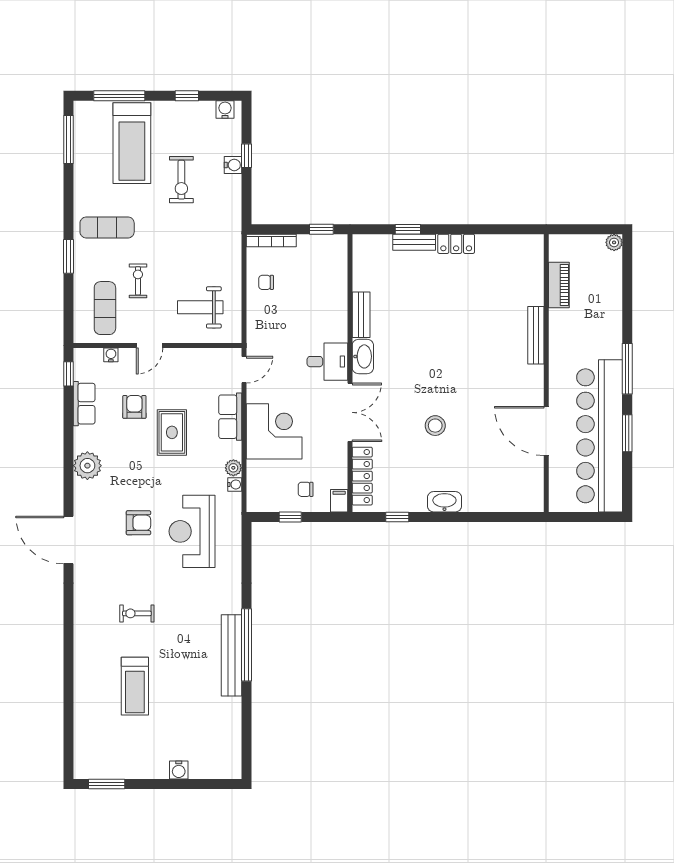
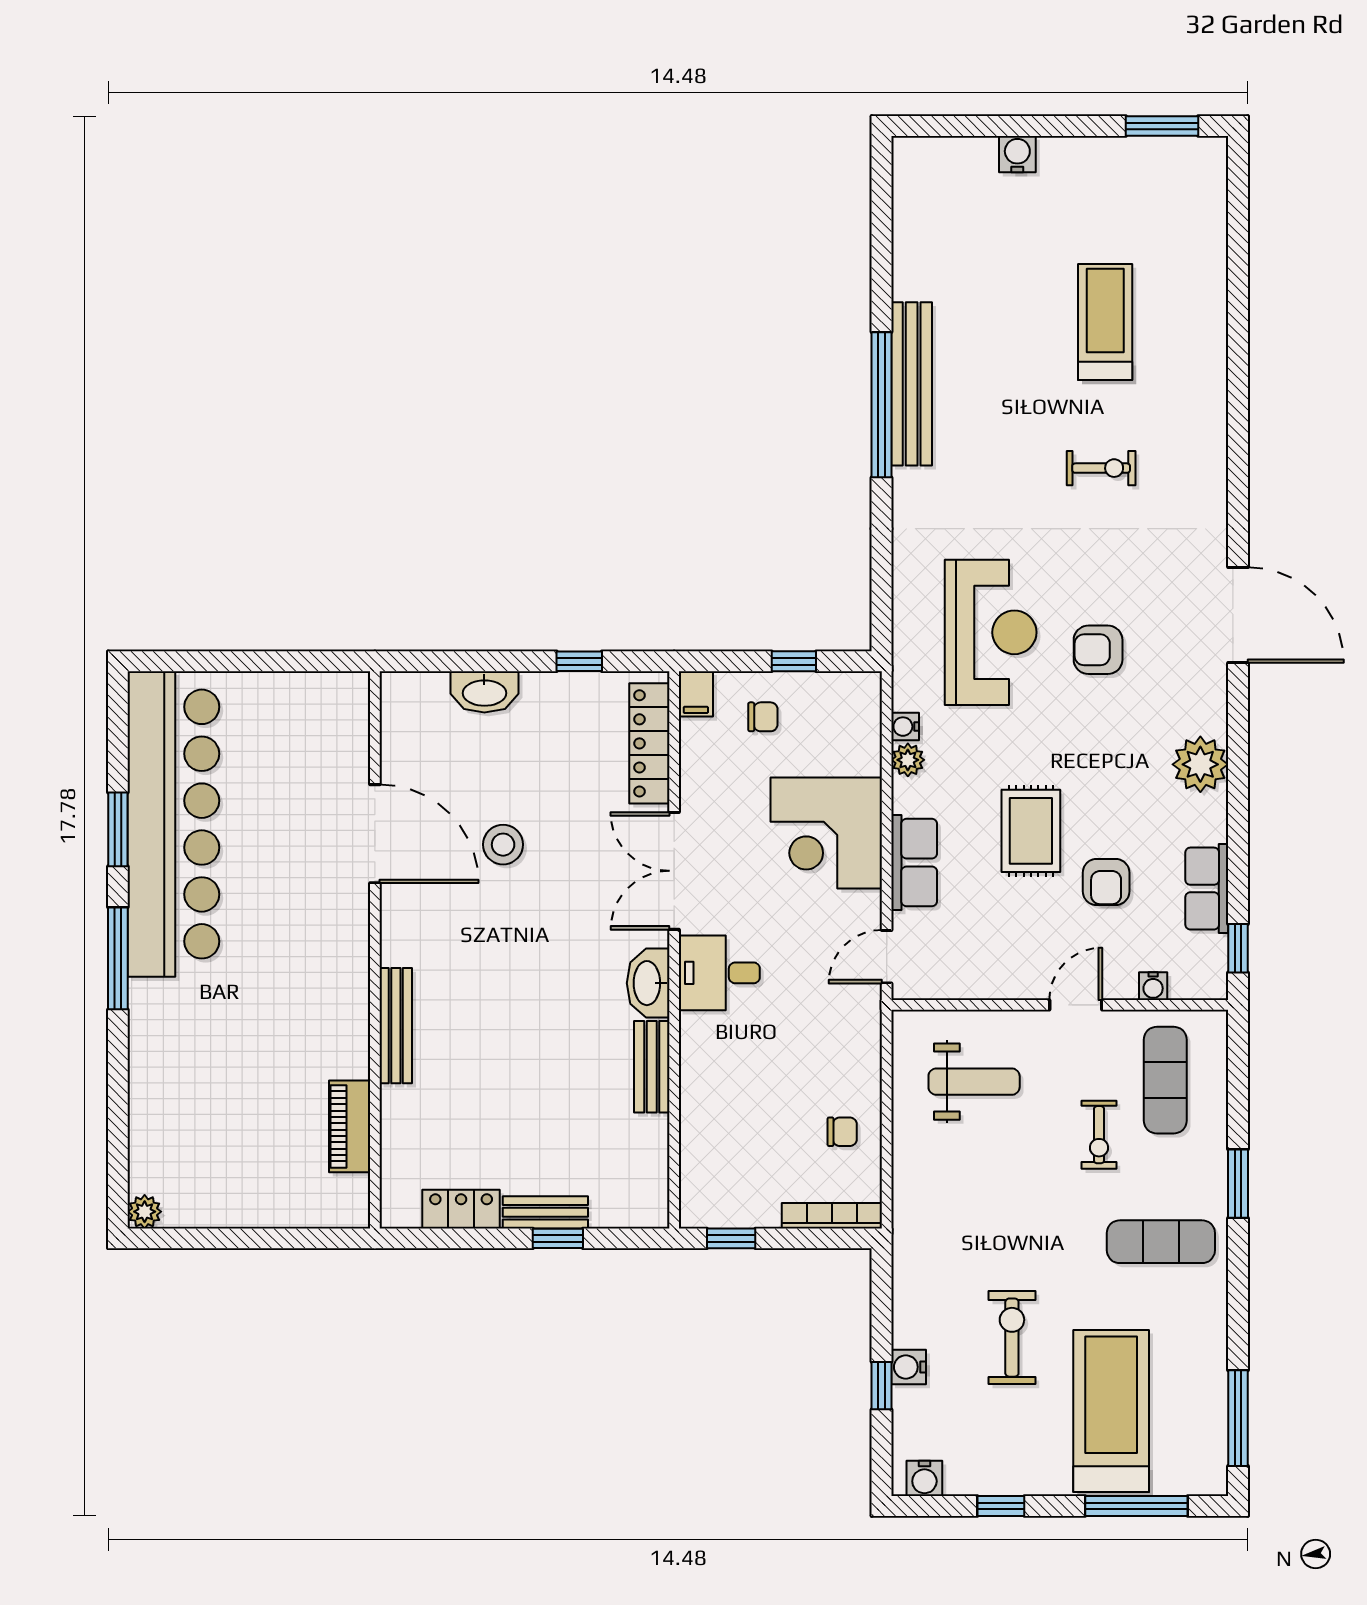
piano: (559, 285) -> (350, 1126), moved
bench: (536, 335) -> (396, 1026), moved
wall: (546, 373) -> (375, 950), moved
door: (546, 431) -> (375, 834), moved

